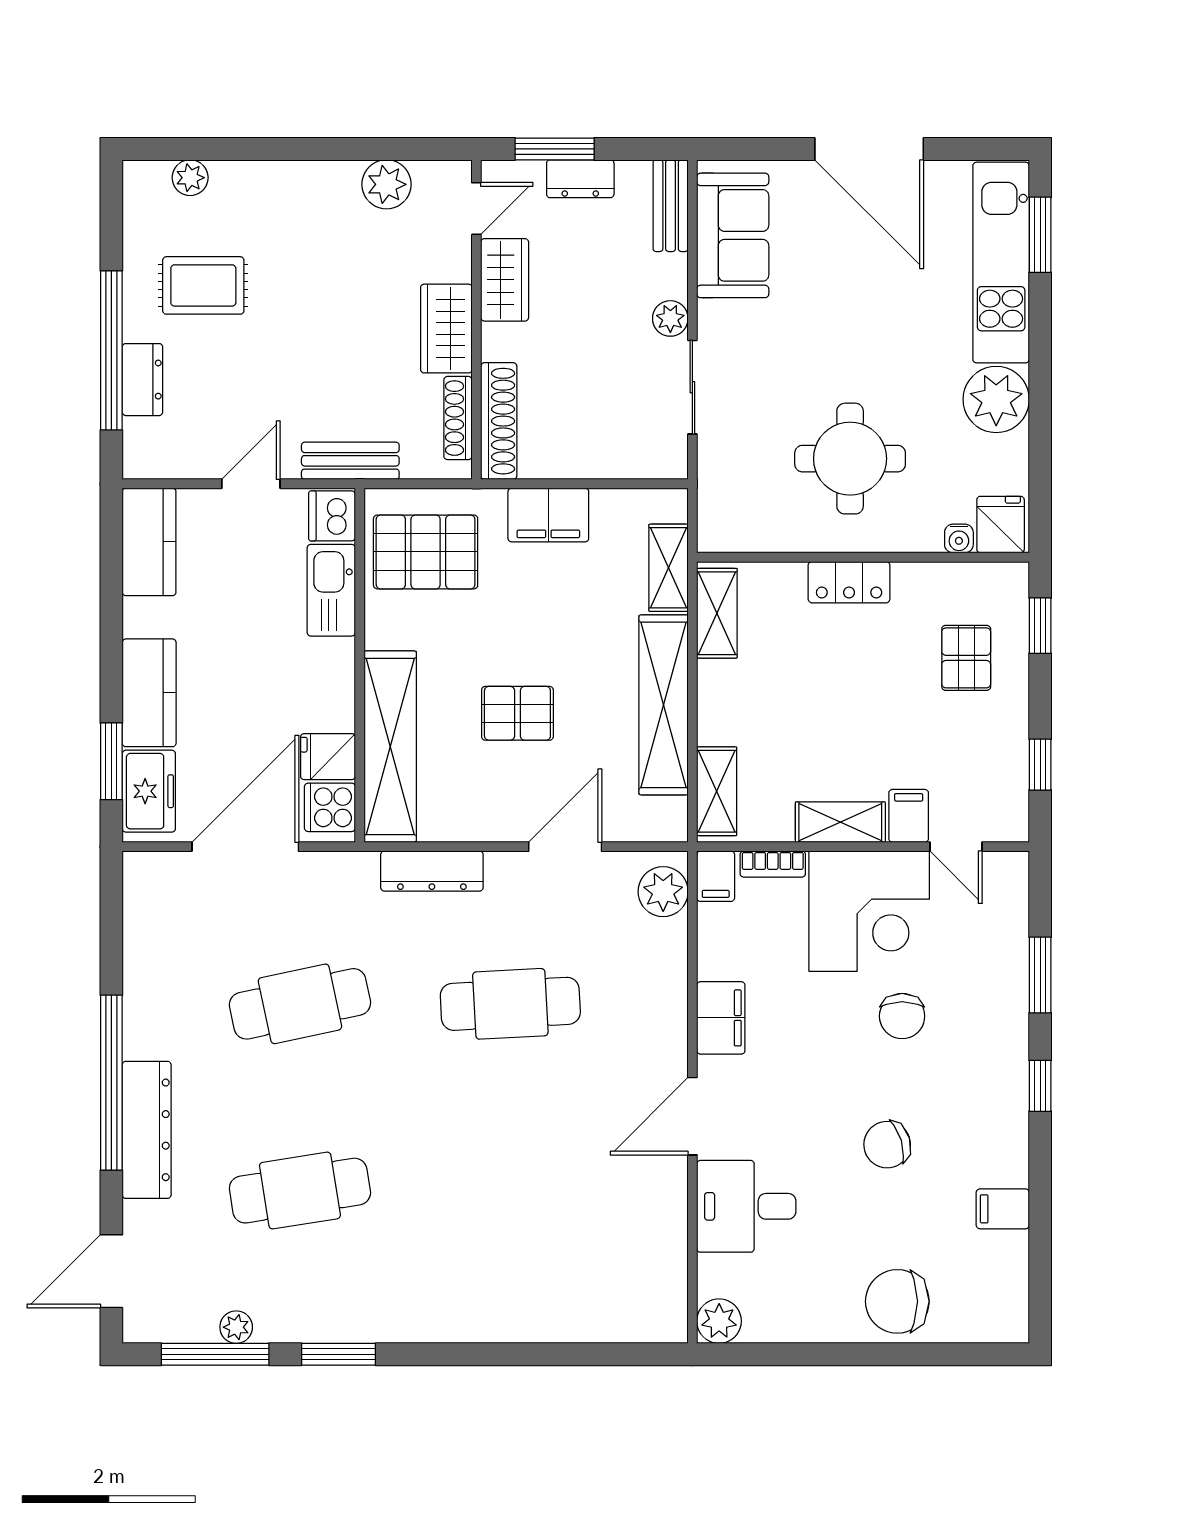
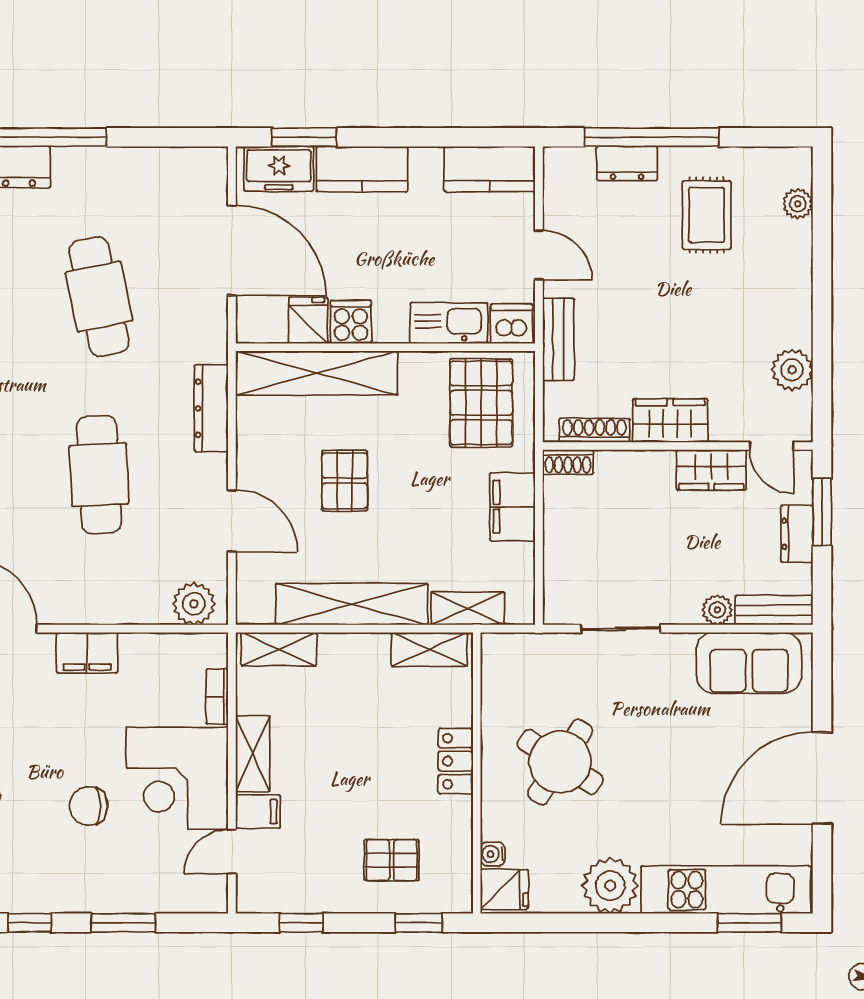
plant: (670, 318) -> (717, 610), moved
shoe rack: (499, 421) -> (568, 462), width x0.51, depth x0.81
round table: (850, 459) -> (560, 762), turned 33
cooker: (330, 807) -> (351, 322), moved
filing cabinet: (716, 876) -> (207, 648), removed

